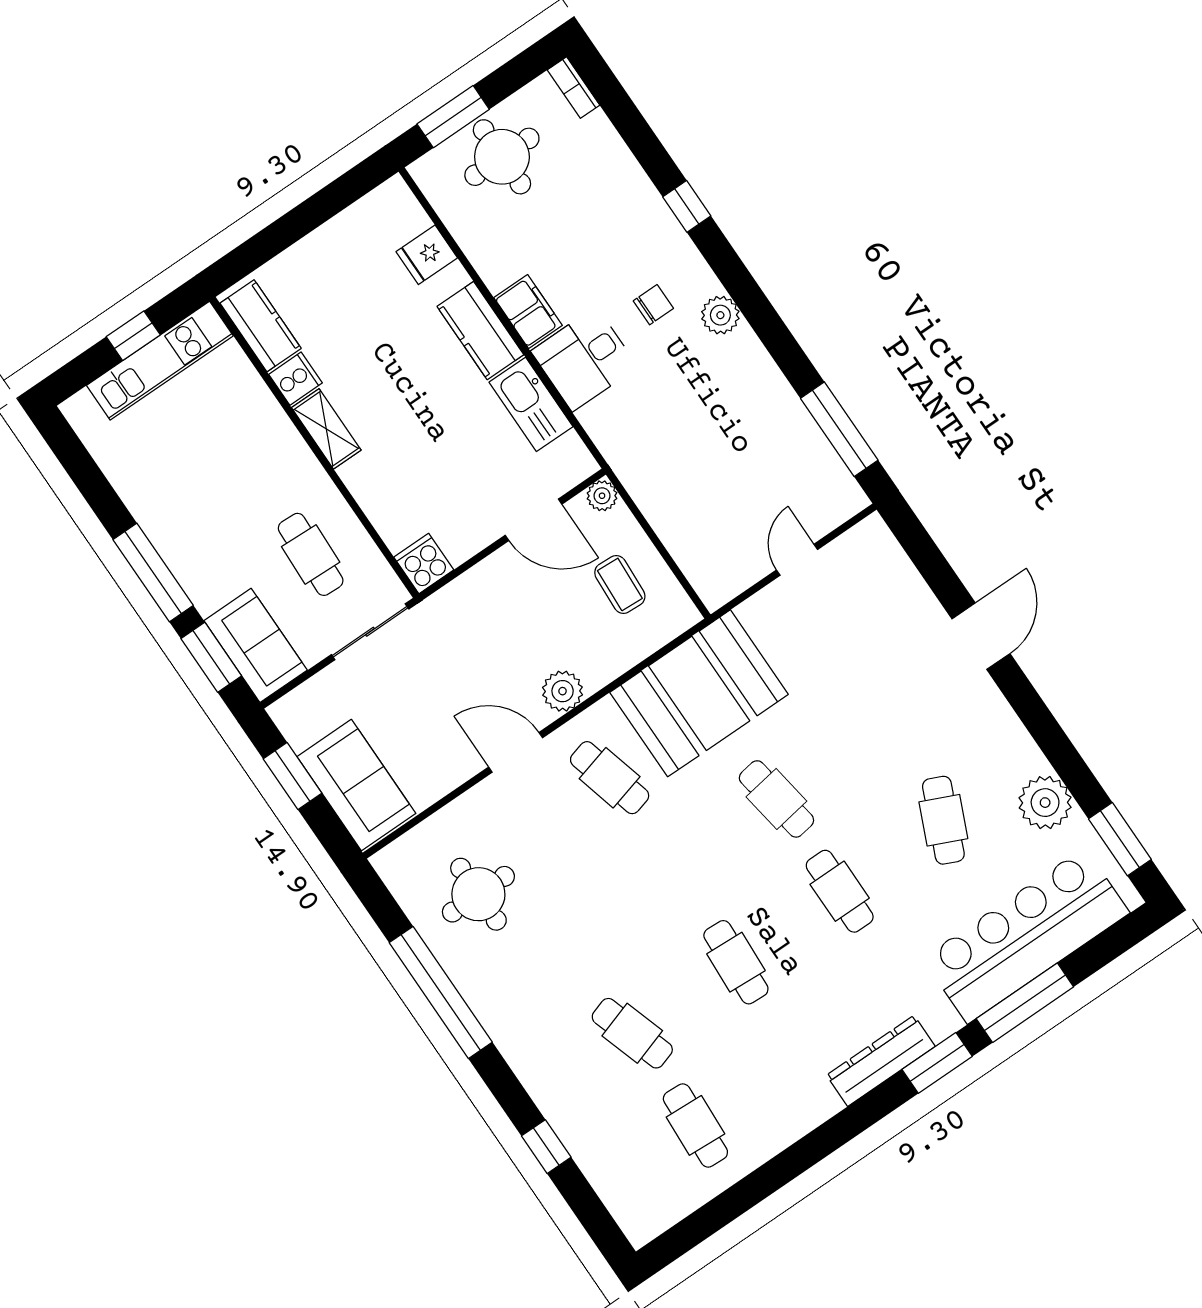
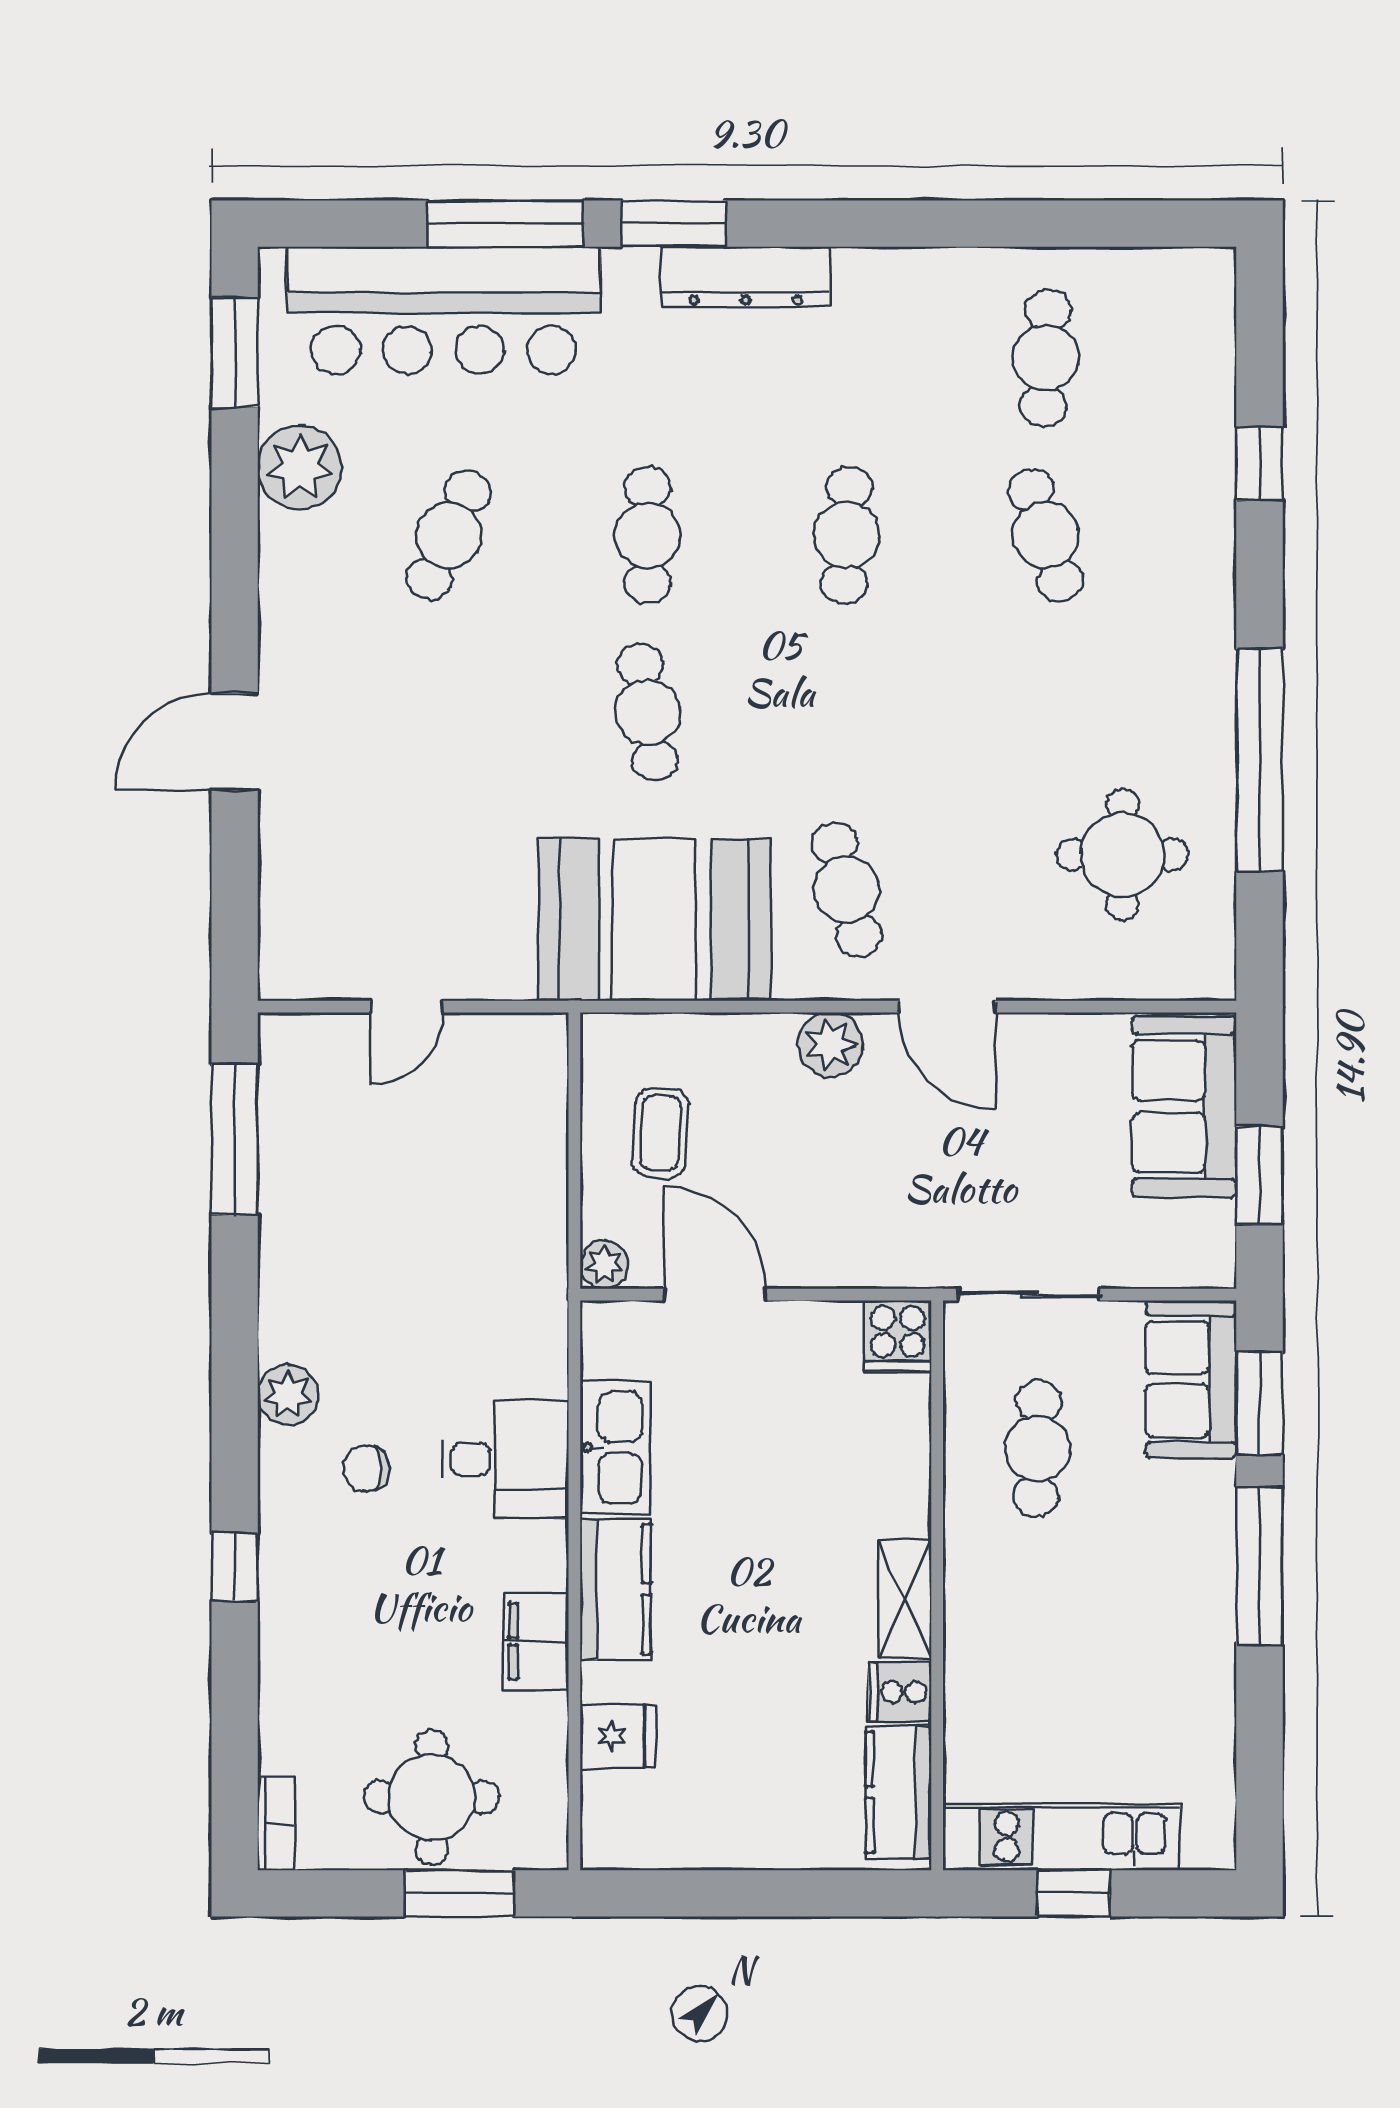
filing cabinet: (528, 312) -> (536, 1641), moved

